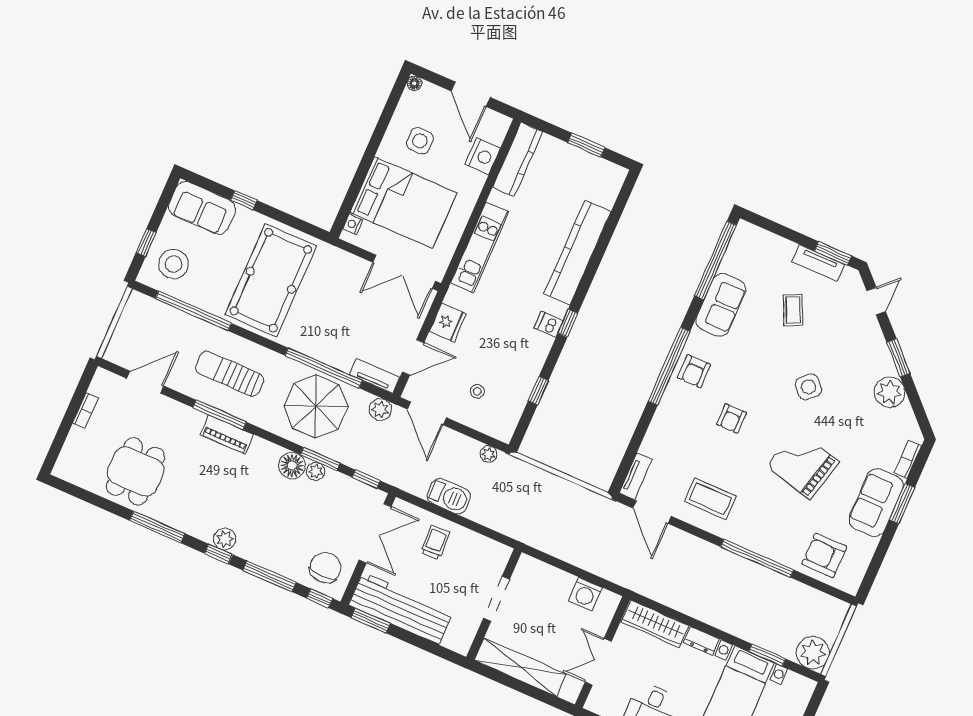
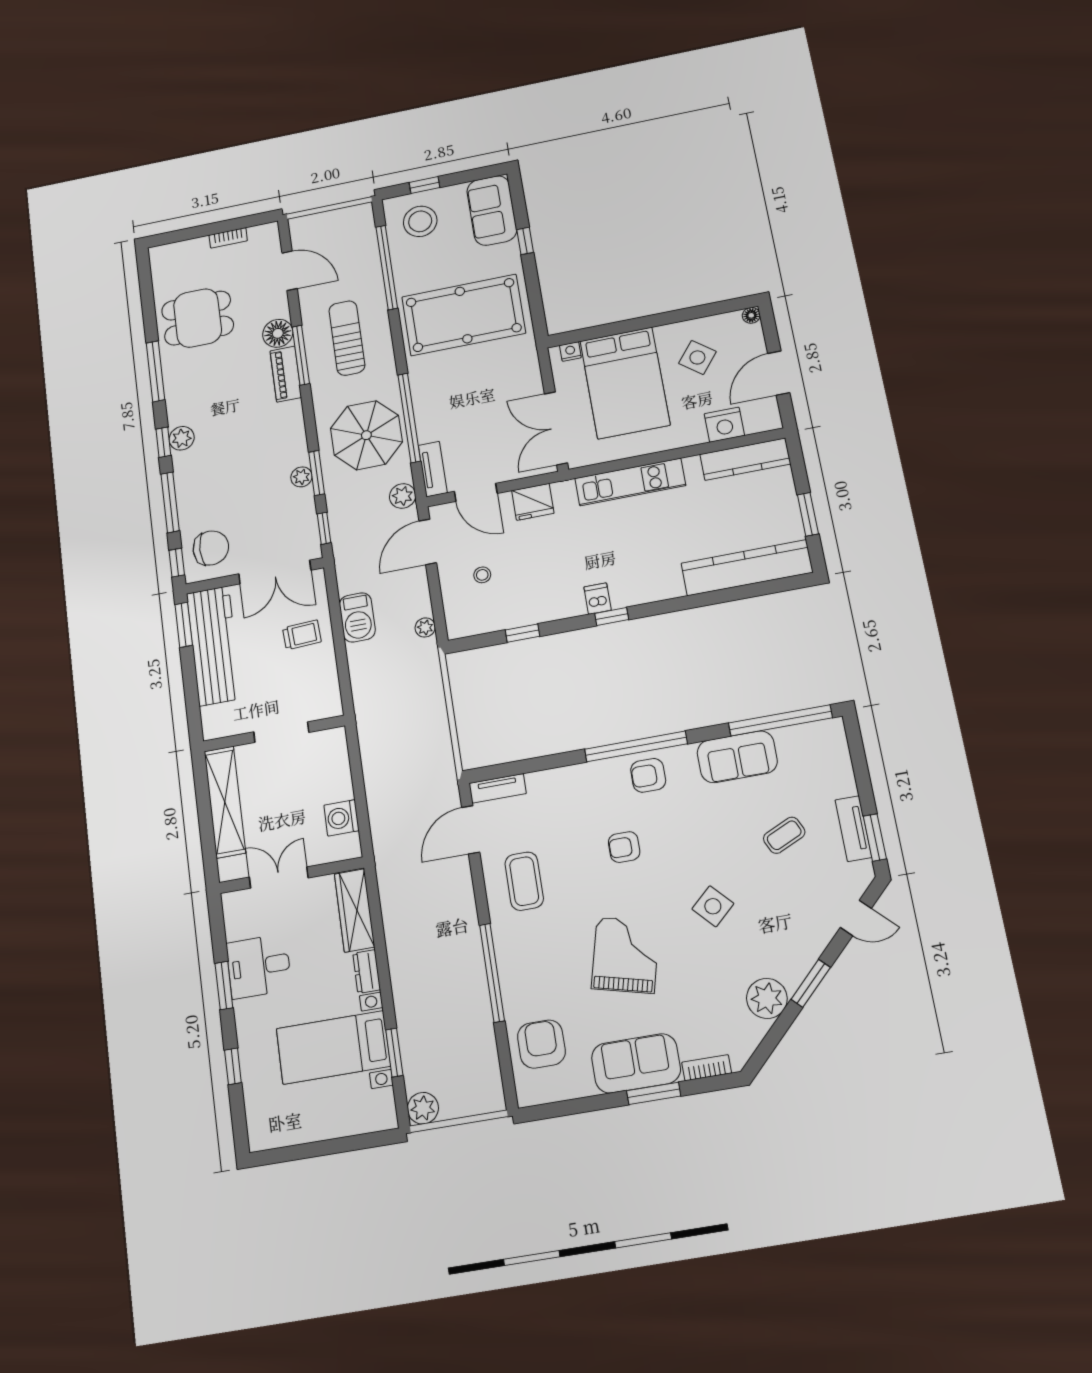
side table: (420, 141) -> (697, 357), turned 38
kitchen counter: (577, 253) -> (747, 568), moved
floor lamp: (292, 466) -> (278, 333), moved
plant: (813, 653) -> (423, 1108), width x0.73, depth x0.73

